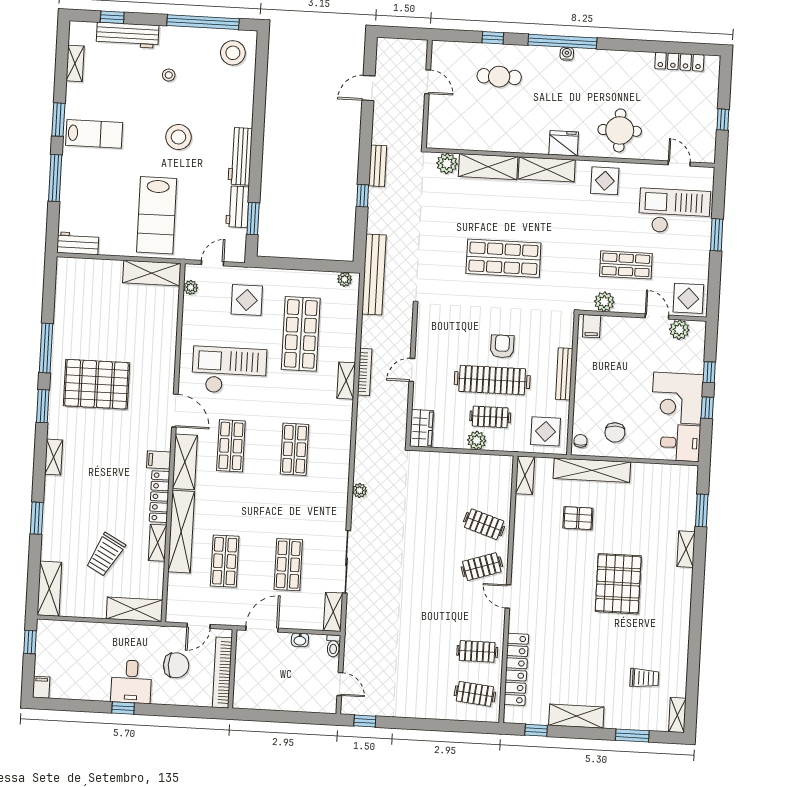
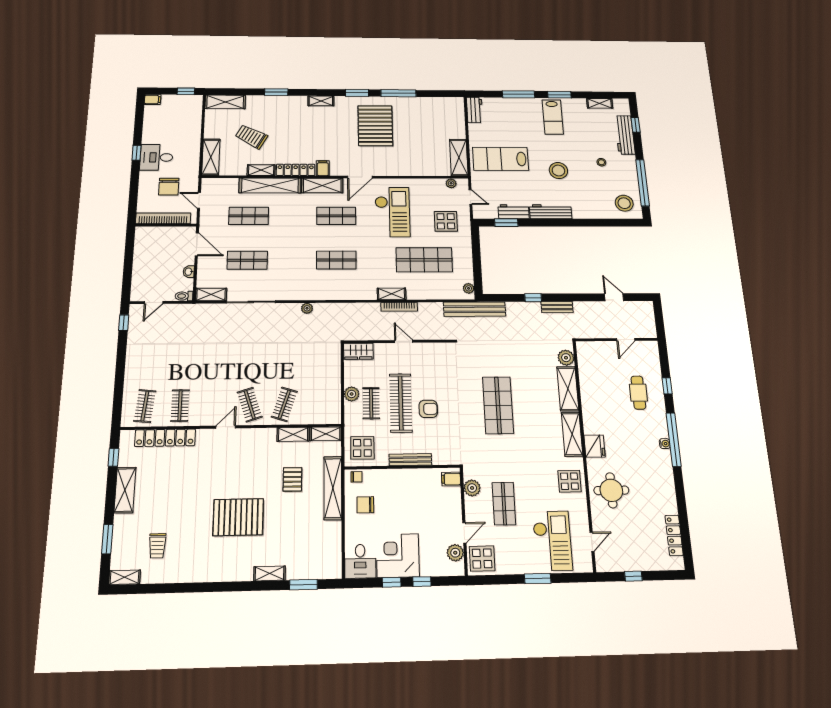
shelving: (523, 515) -> (293, 434), added

